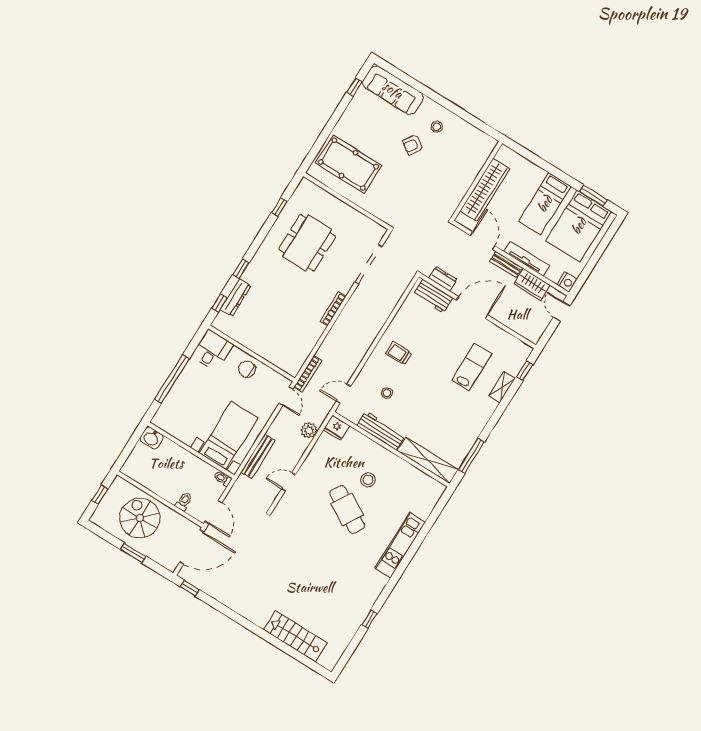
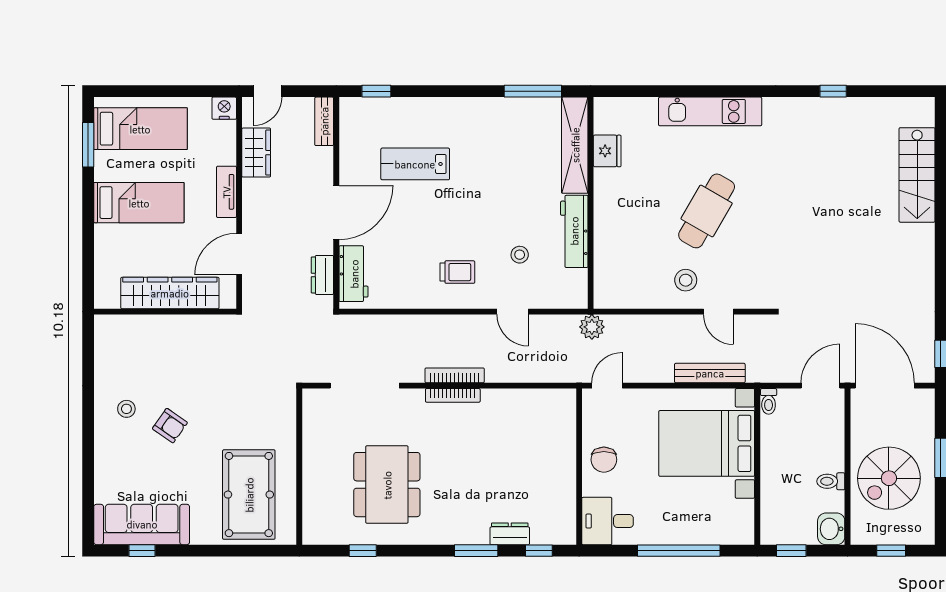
sofa: (393, 90) -> (142, 524), moved, turned -90
bed: (579, 226) -> (140, 129), width x0.67
dining table: (307, 243) -> (387, 485), turned 90
tv unit: (526, 259) -> (226, 192), width x0.71
bench: (506, 264) -> (324, 121), moved
window: (241, 269) -> (476, 551), width x1.50
dresser: (236, 297) -> (510, 534), width x0.70
door: (472, 308) -> (336, 213), swing flipped
trolley: (399, 353) -> (457, 272), turned -90
bookcase: (308, 374) -> (455, 375), moved
shelving: (502, 387) -> (416, 107), removed
door: (343, 394) -> (513, 312), moved
fridge: (336, 428) -> (607, 151), moved
plant: (309, 430) -> (592, 327), moved
bed with nightstands: (229, 436) -> (707, 443), width x1.36
washbasin: (152, 438) -> (831, 529), moved, turned 180
window: (134, 440) -> (791, 551), added
stool: (368, 480) -> (686, 280), moved
toilet: (184, 501) -> (831, 481), moved

